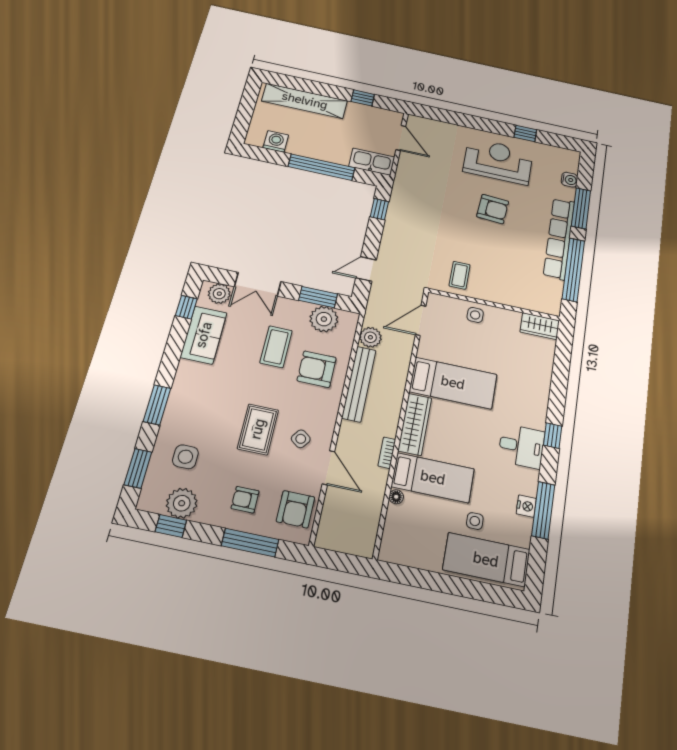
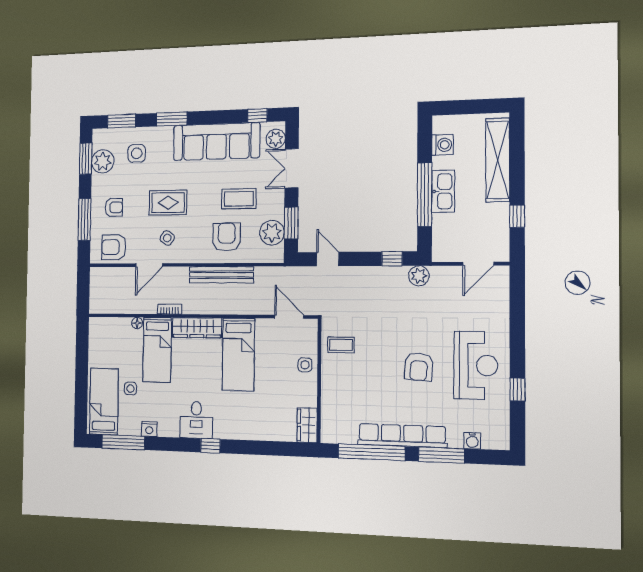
kitchen sink: (372, 162) -> (443, 191), moved
sofa: (204, 335) -> (216, 142), width x1.85, depth x1.27
plant: (370, 337) -> (419, 276), moved
armchair: (245, 500) -> (114, 207), turned 90
window: (543, 510) -> (123, 442), moved
window: (171, 526) -> (86, 159), width x1.50

